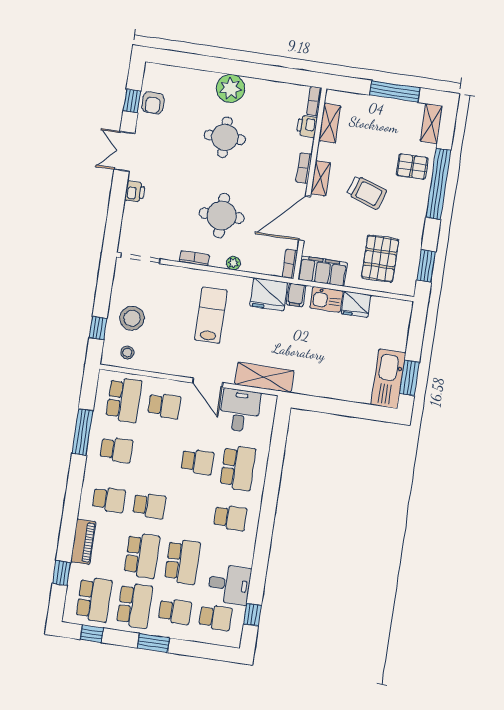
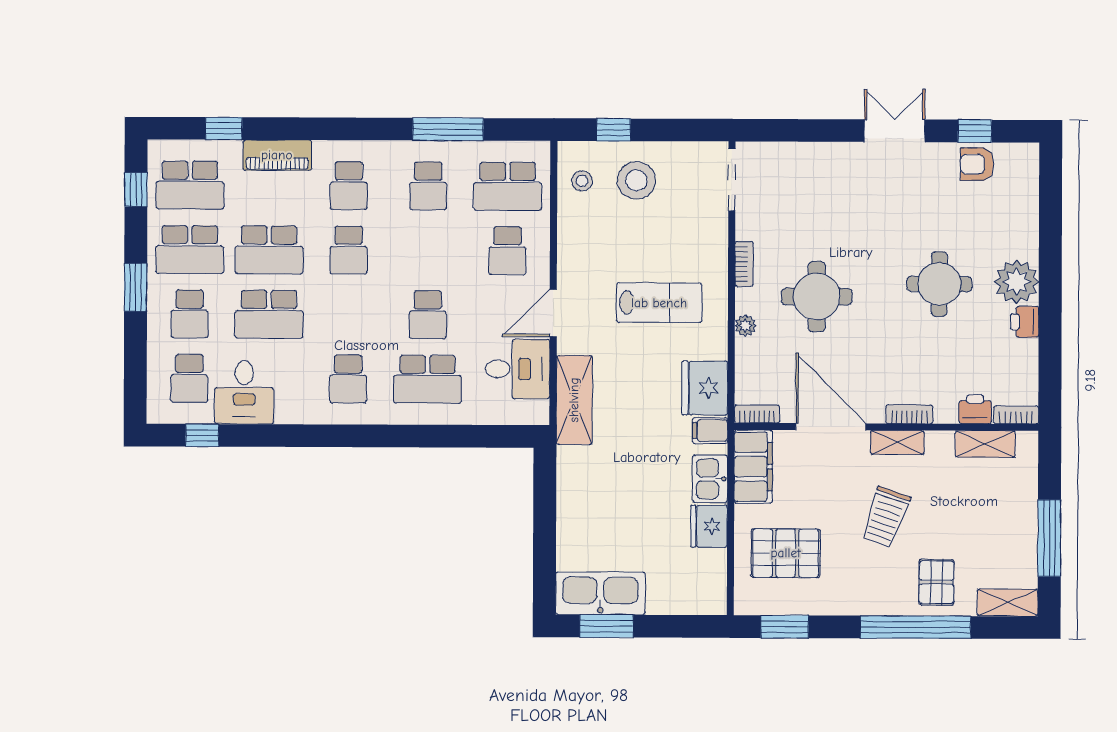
printer: (135, 192) -> (1025, 322), moved, turned 90

